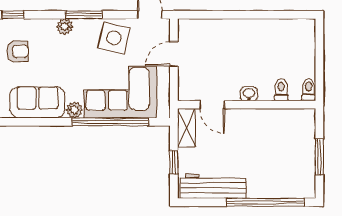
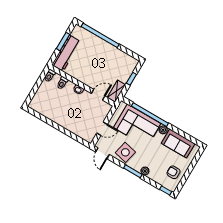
door: (212, 105) -> (98, 95), hinge flipped
workbench: (213, 186) -> (66, 53), moved, turned -90

